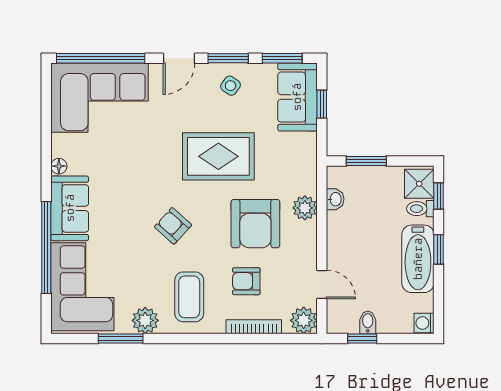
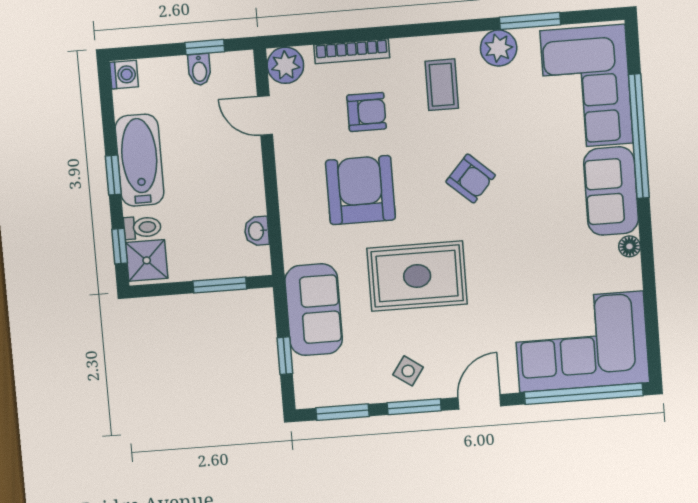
sofa: (297, 97) -> (314, 310), moved
plant: (305, 208) -> (296, 216), removed
coffee table: (189, 297) -> (442, 85), width x0.73, depth x0.77

